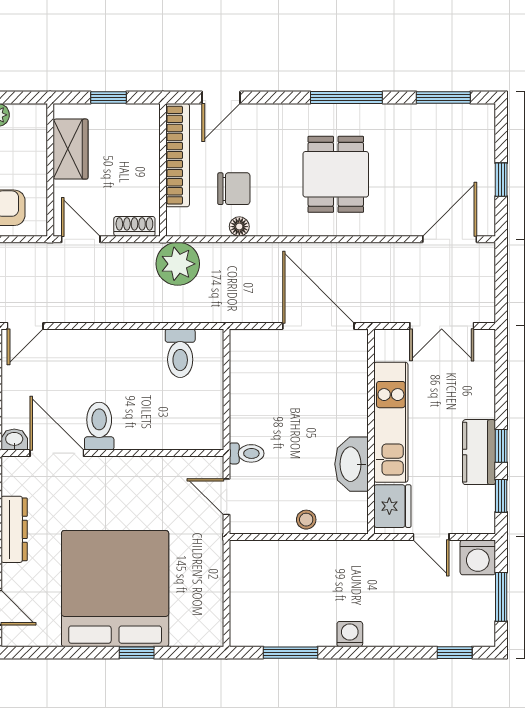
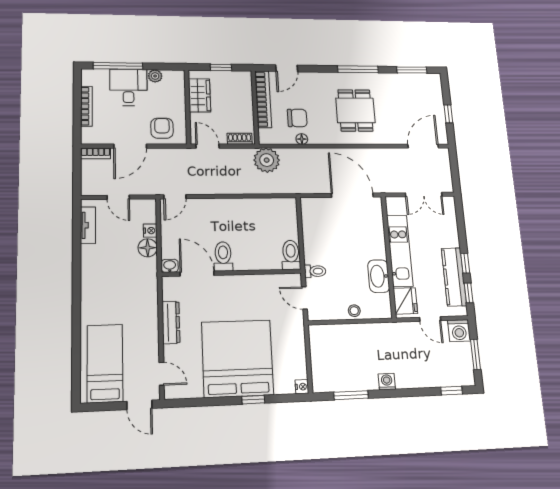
toilet: (180, 353) -> (291, 255), moved, turned 180
kitchen counter: (479, 452) -> (454, 277), width x1.50
nightstand: (214, 636) -> (302, 387), added

